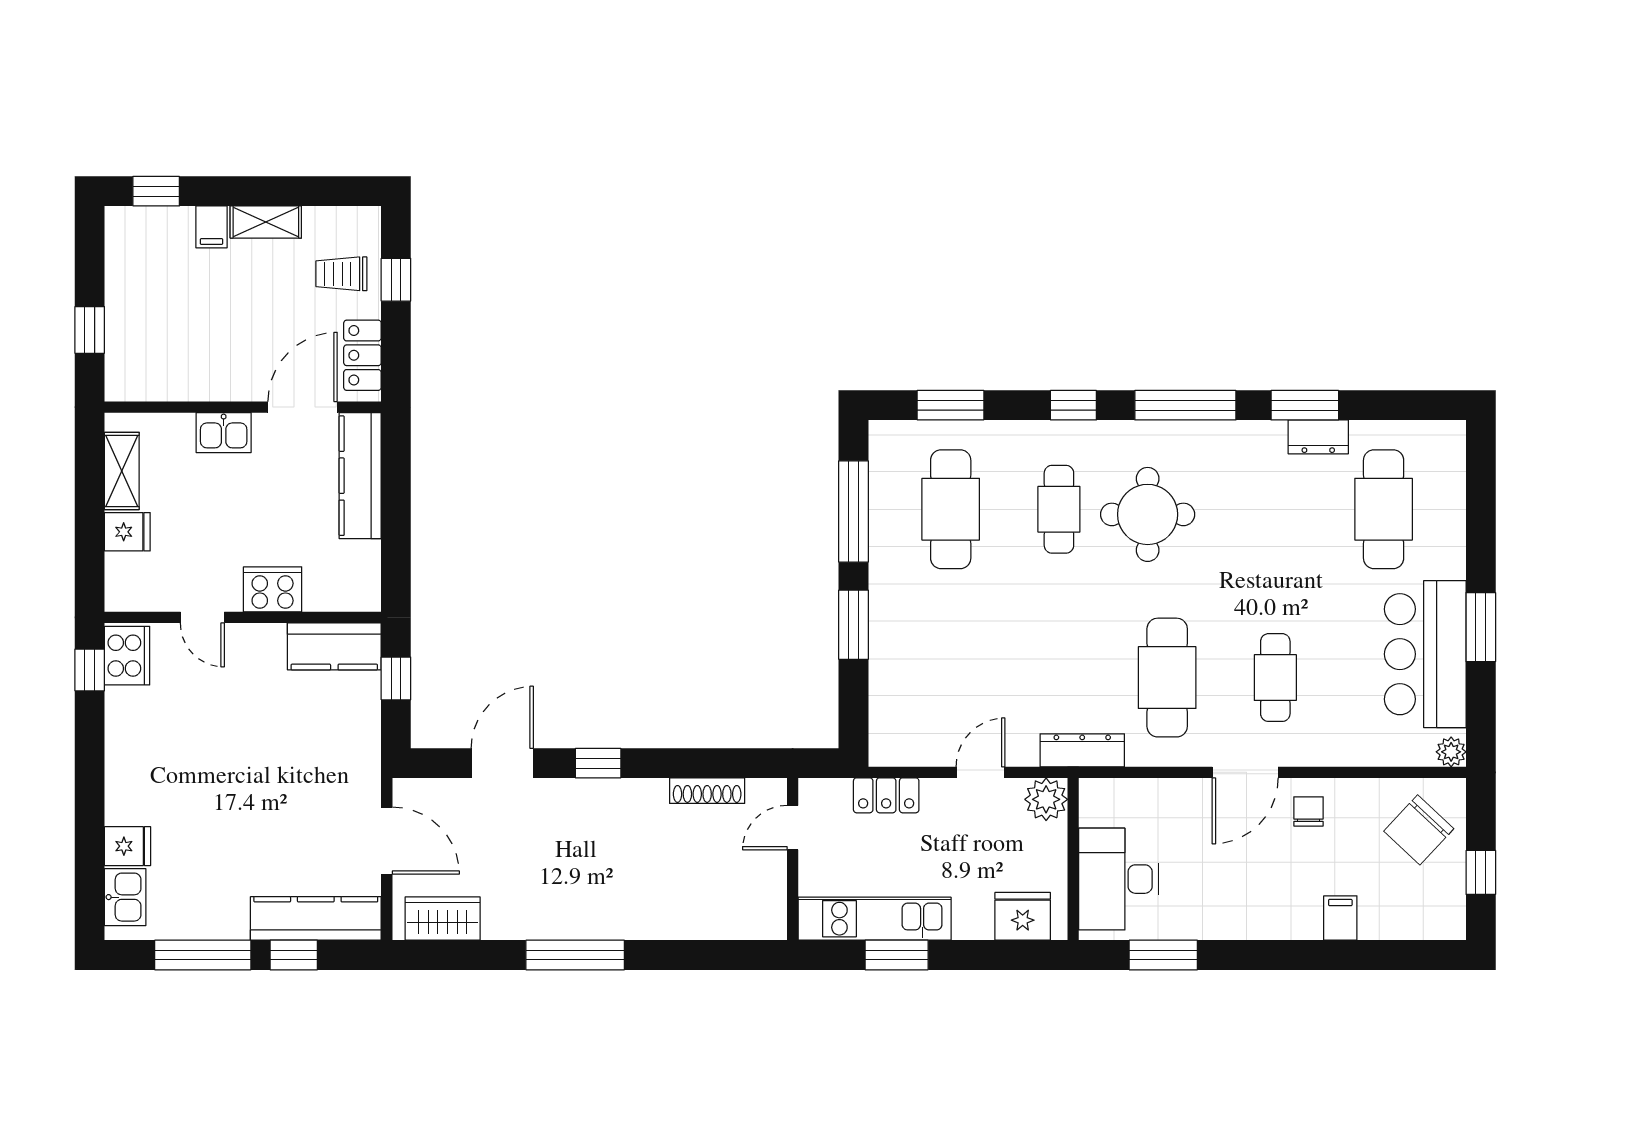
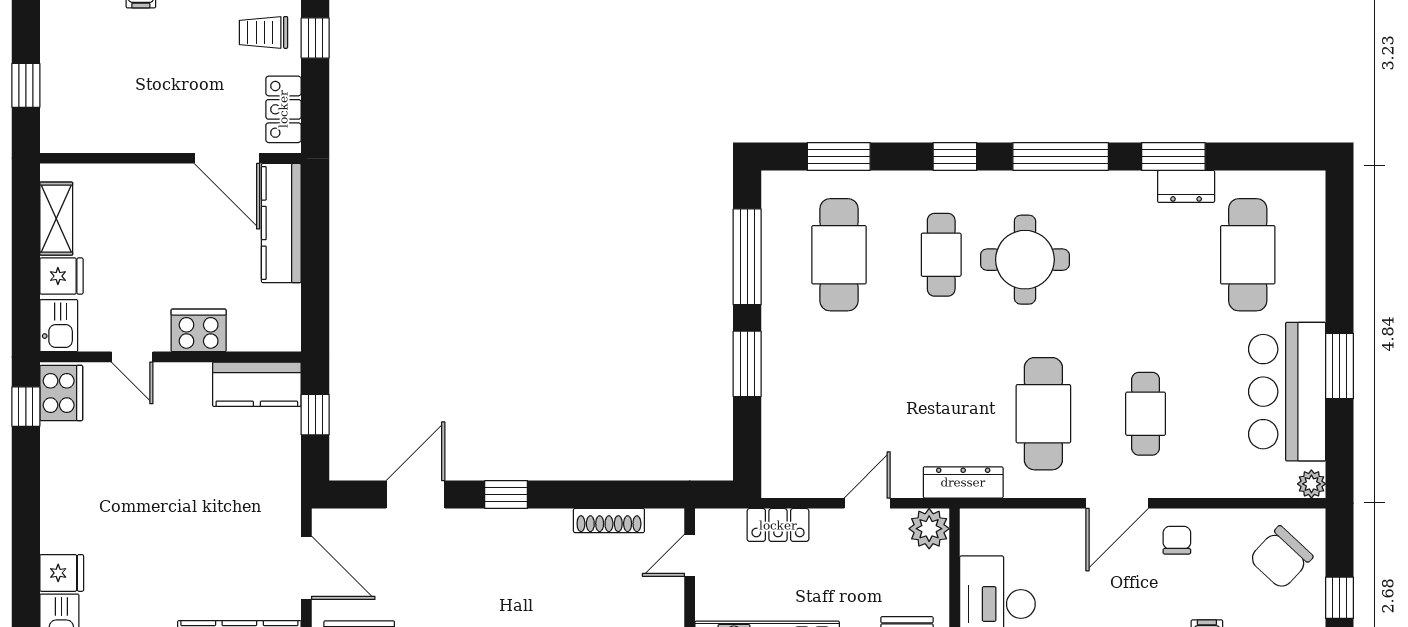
door: (303, 407) -> (227, 158), swing flipped
kitchen sink: (224, 433) -> (59, 326), moved, turned -90

